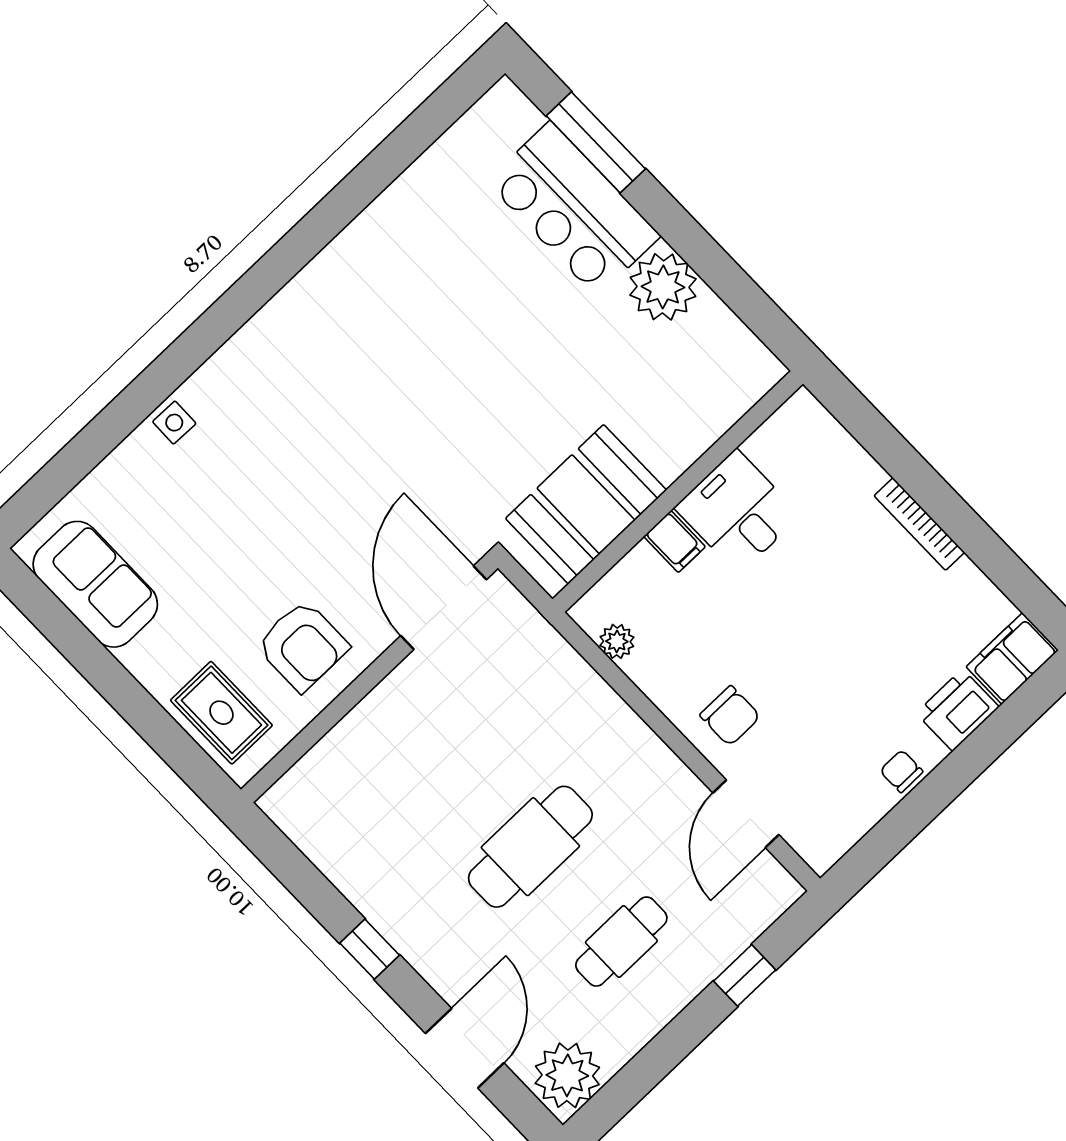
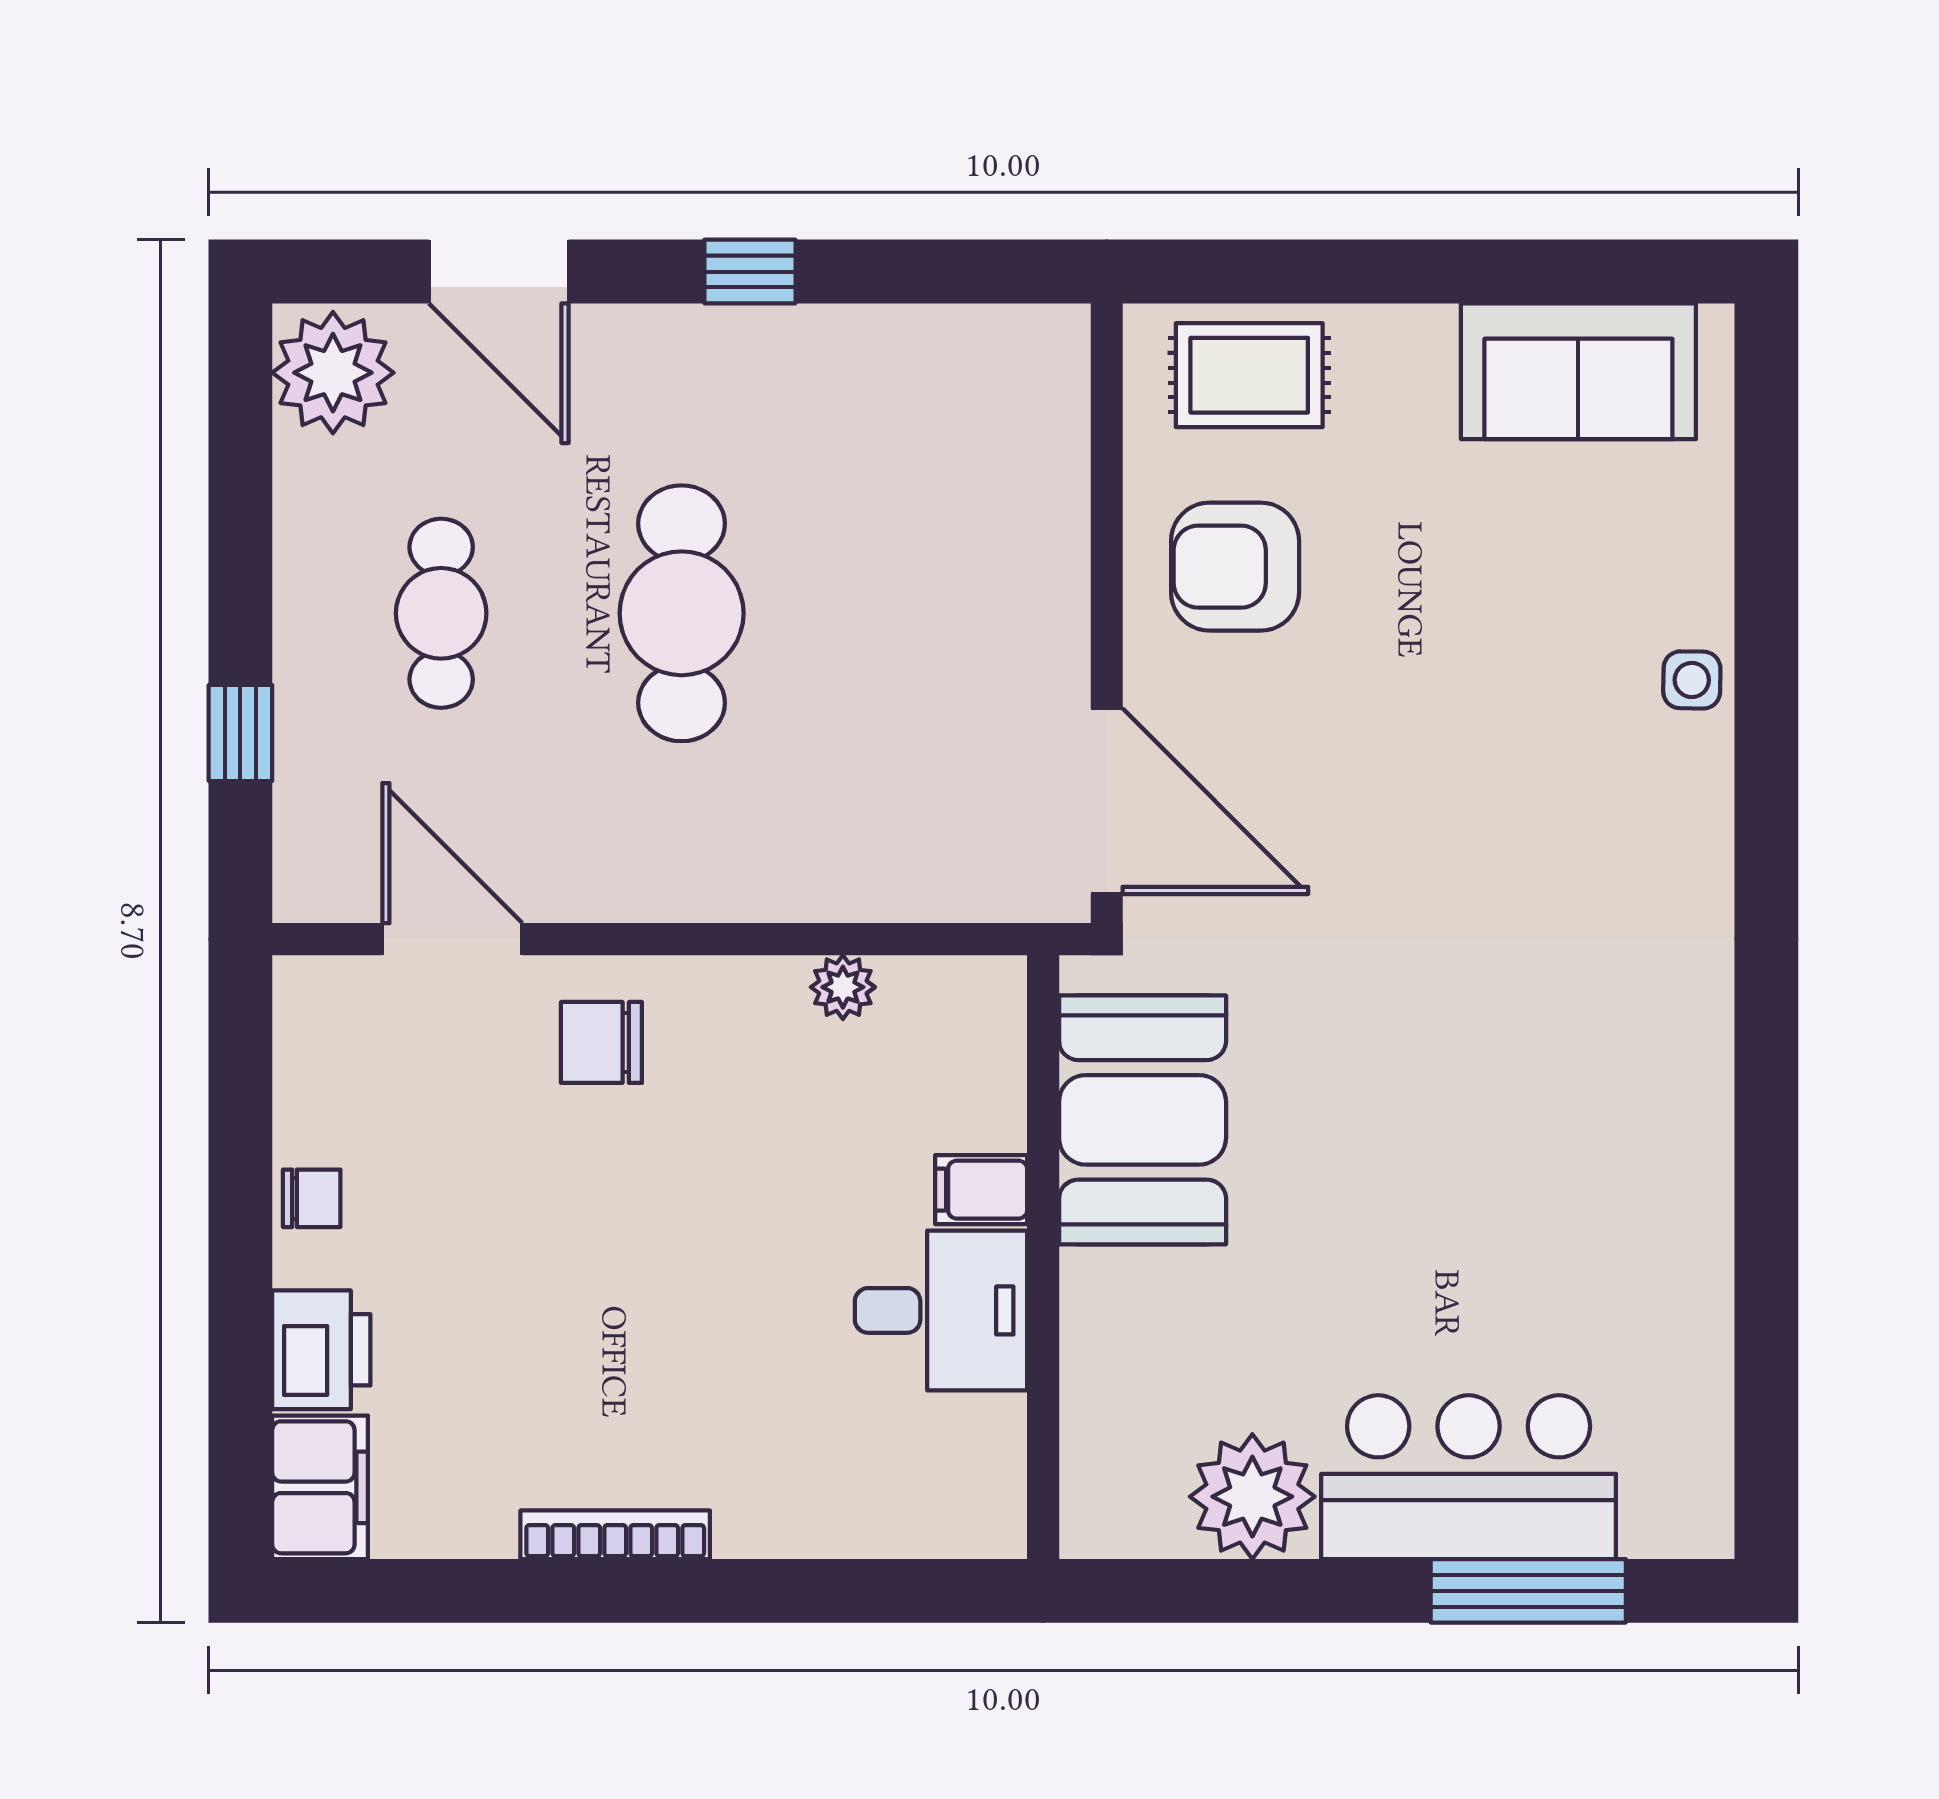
wall: (678, 492) -> (1043, 1257), moved
booth: (586, 504) -> (1143, 1120), moved
desk: (737, 512) -> (941, 1310), moved
filing cabinet: (675, 542) -> (981, 1190), moved

